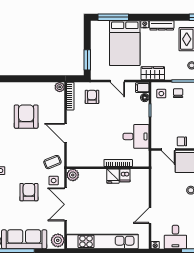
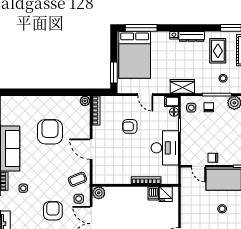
bed: (125, 43) -> (135, 55), moved
armchair: (92, 97) -> (130, 126), moved, turned -90
desk: (136, 136) -> (165, 148), width x1.37
fridge: (113, 176) -> (166, 194), moved

